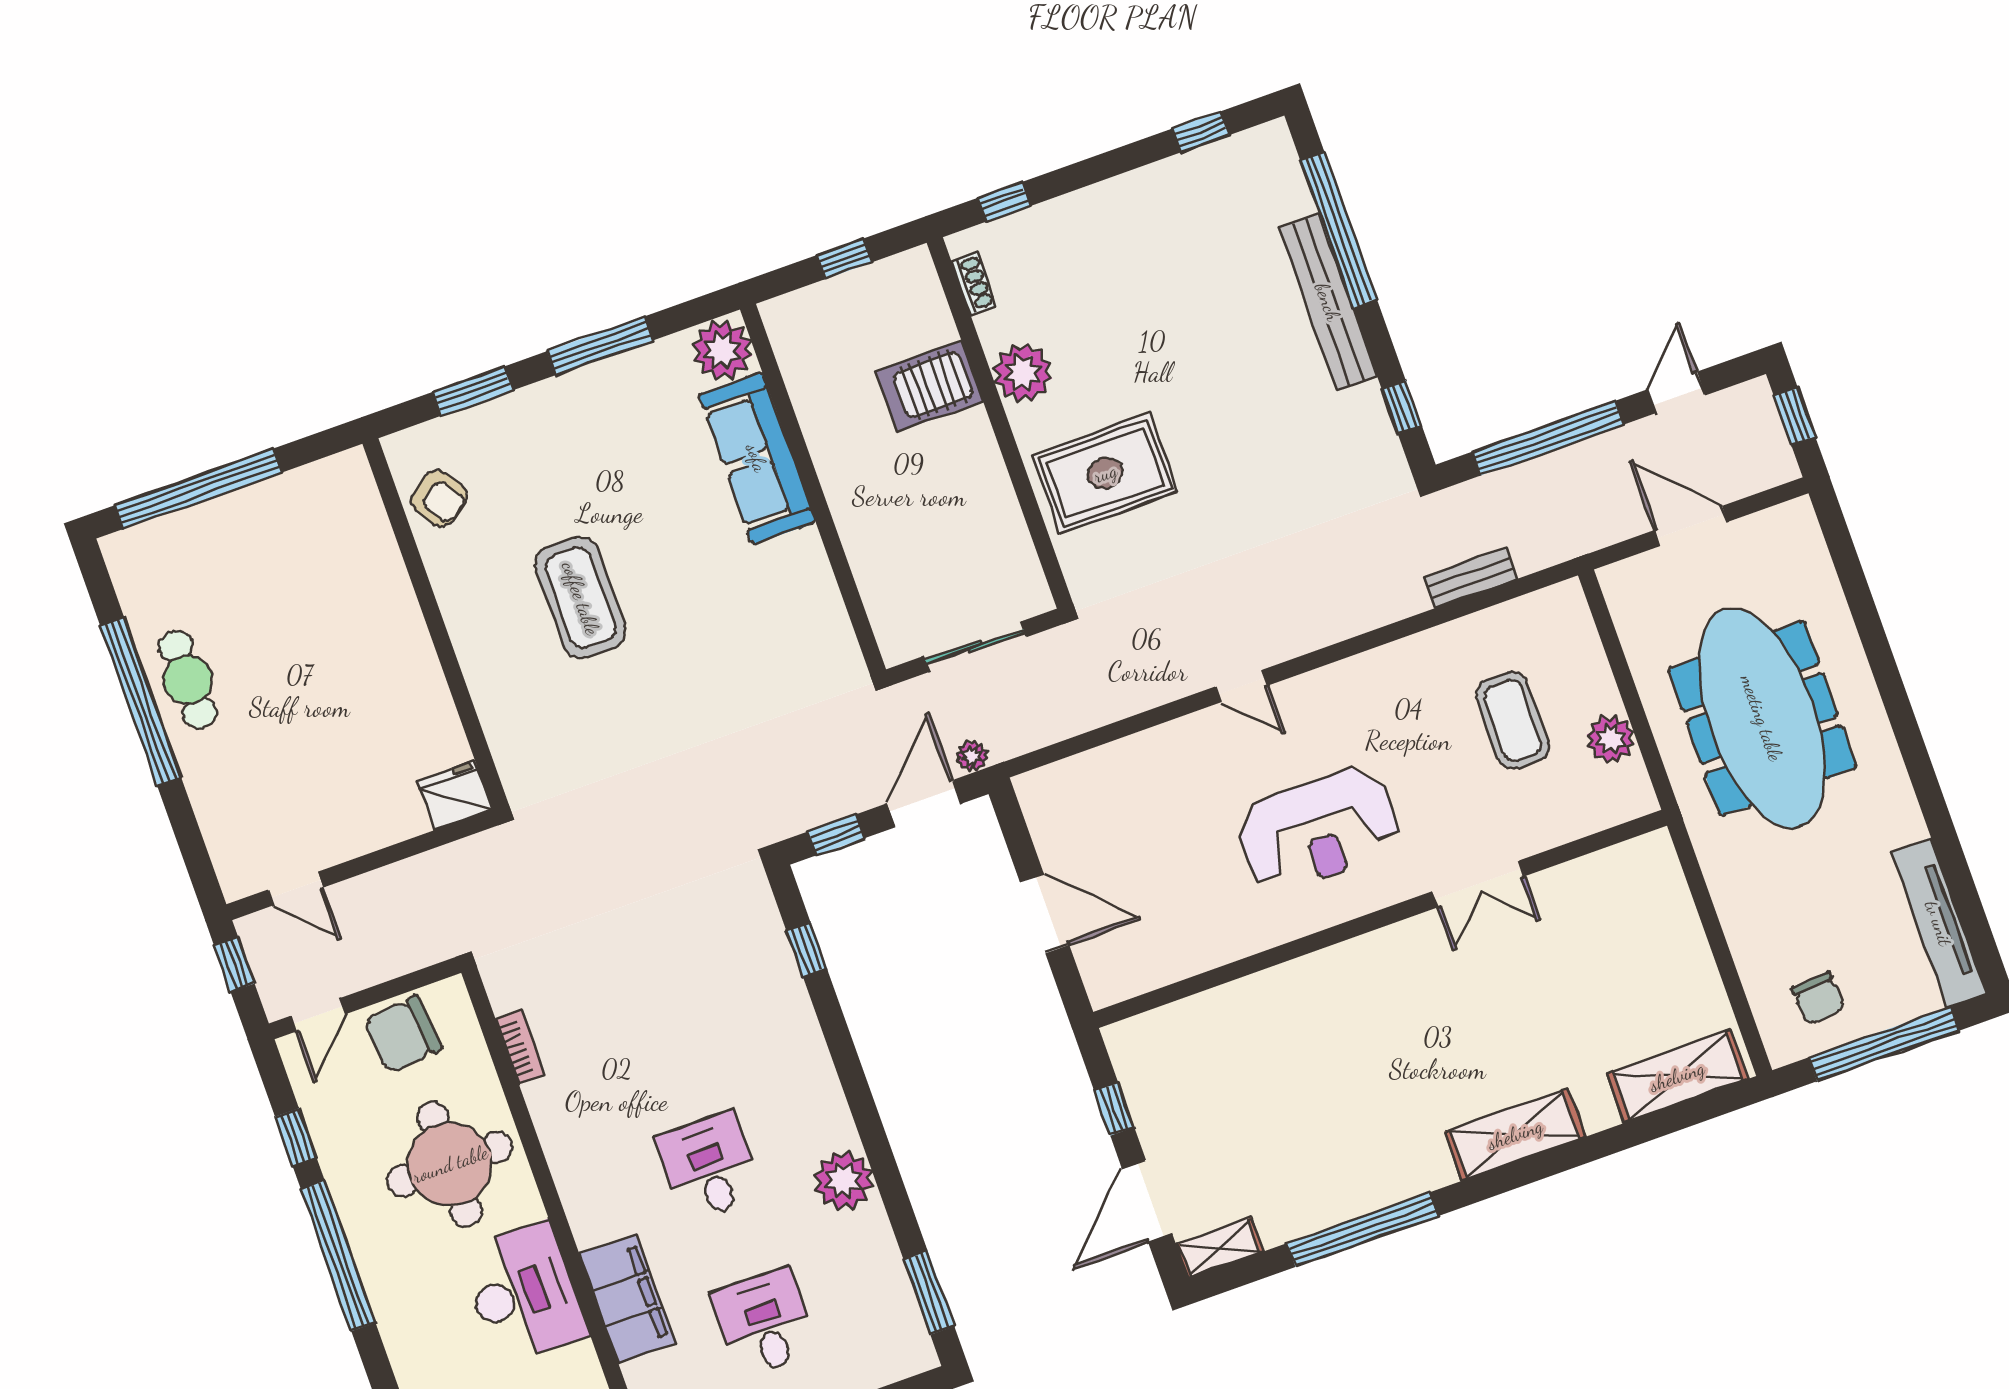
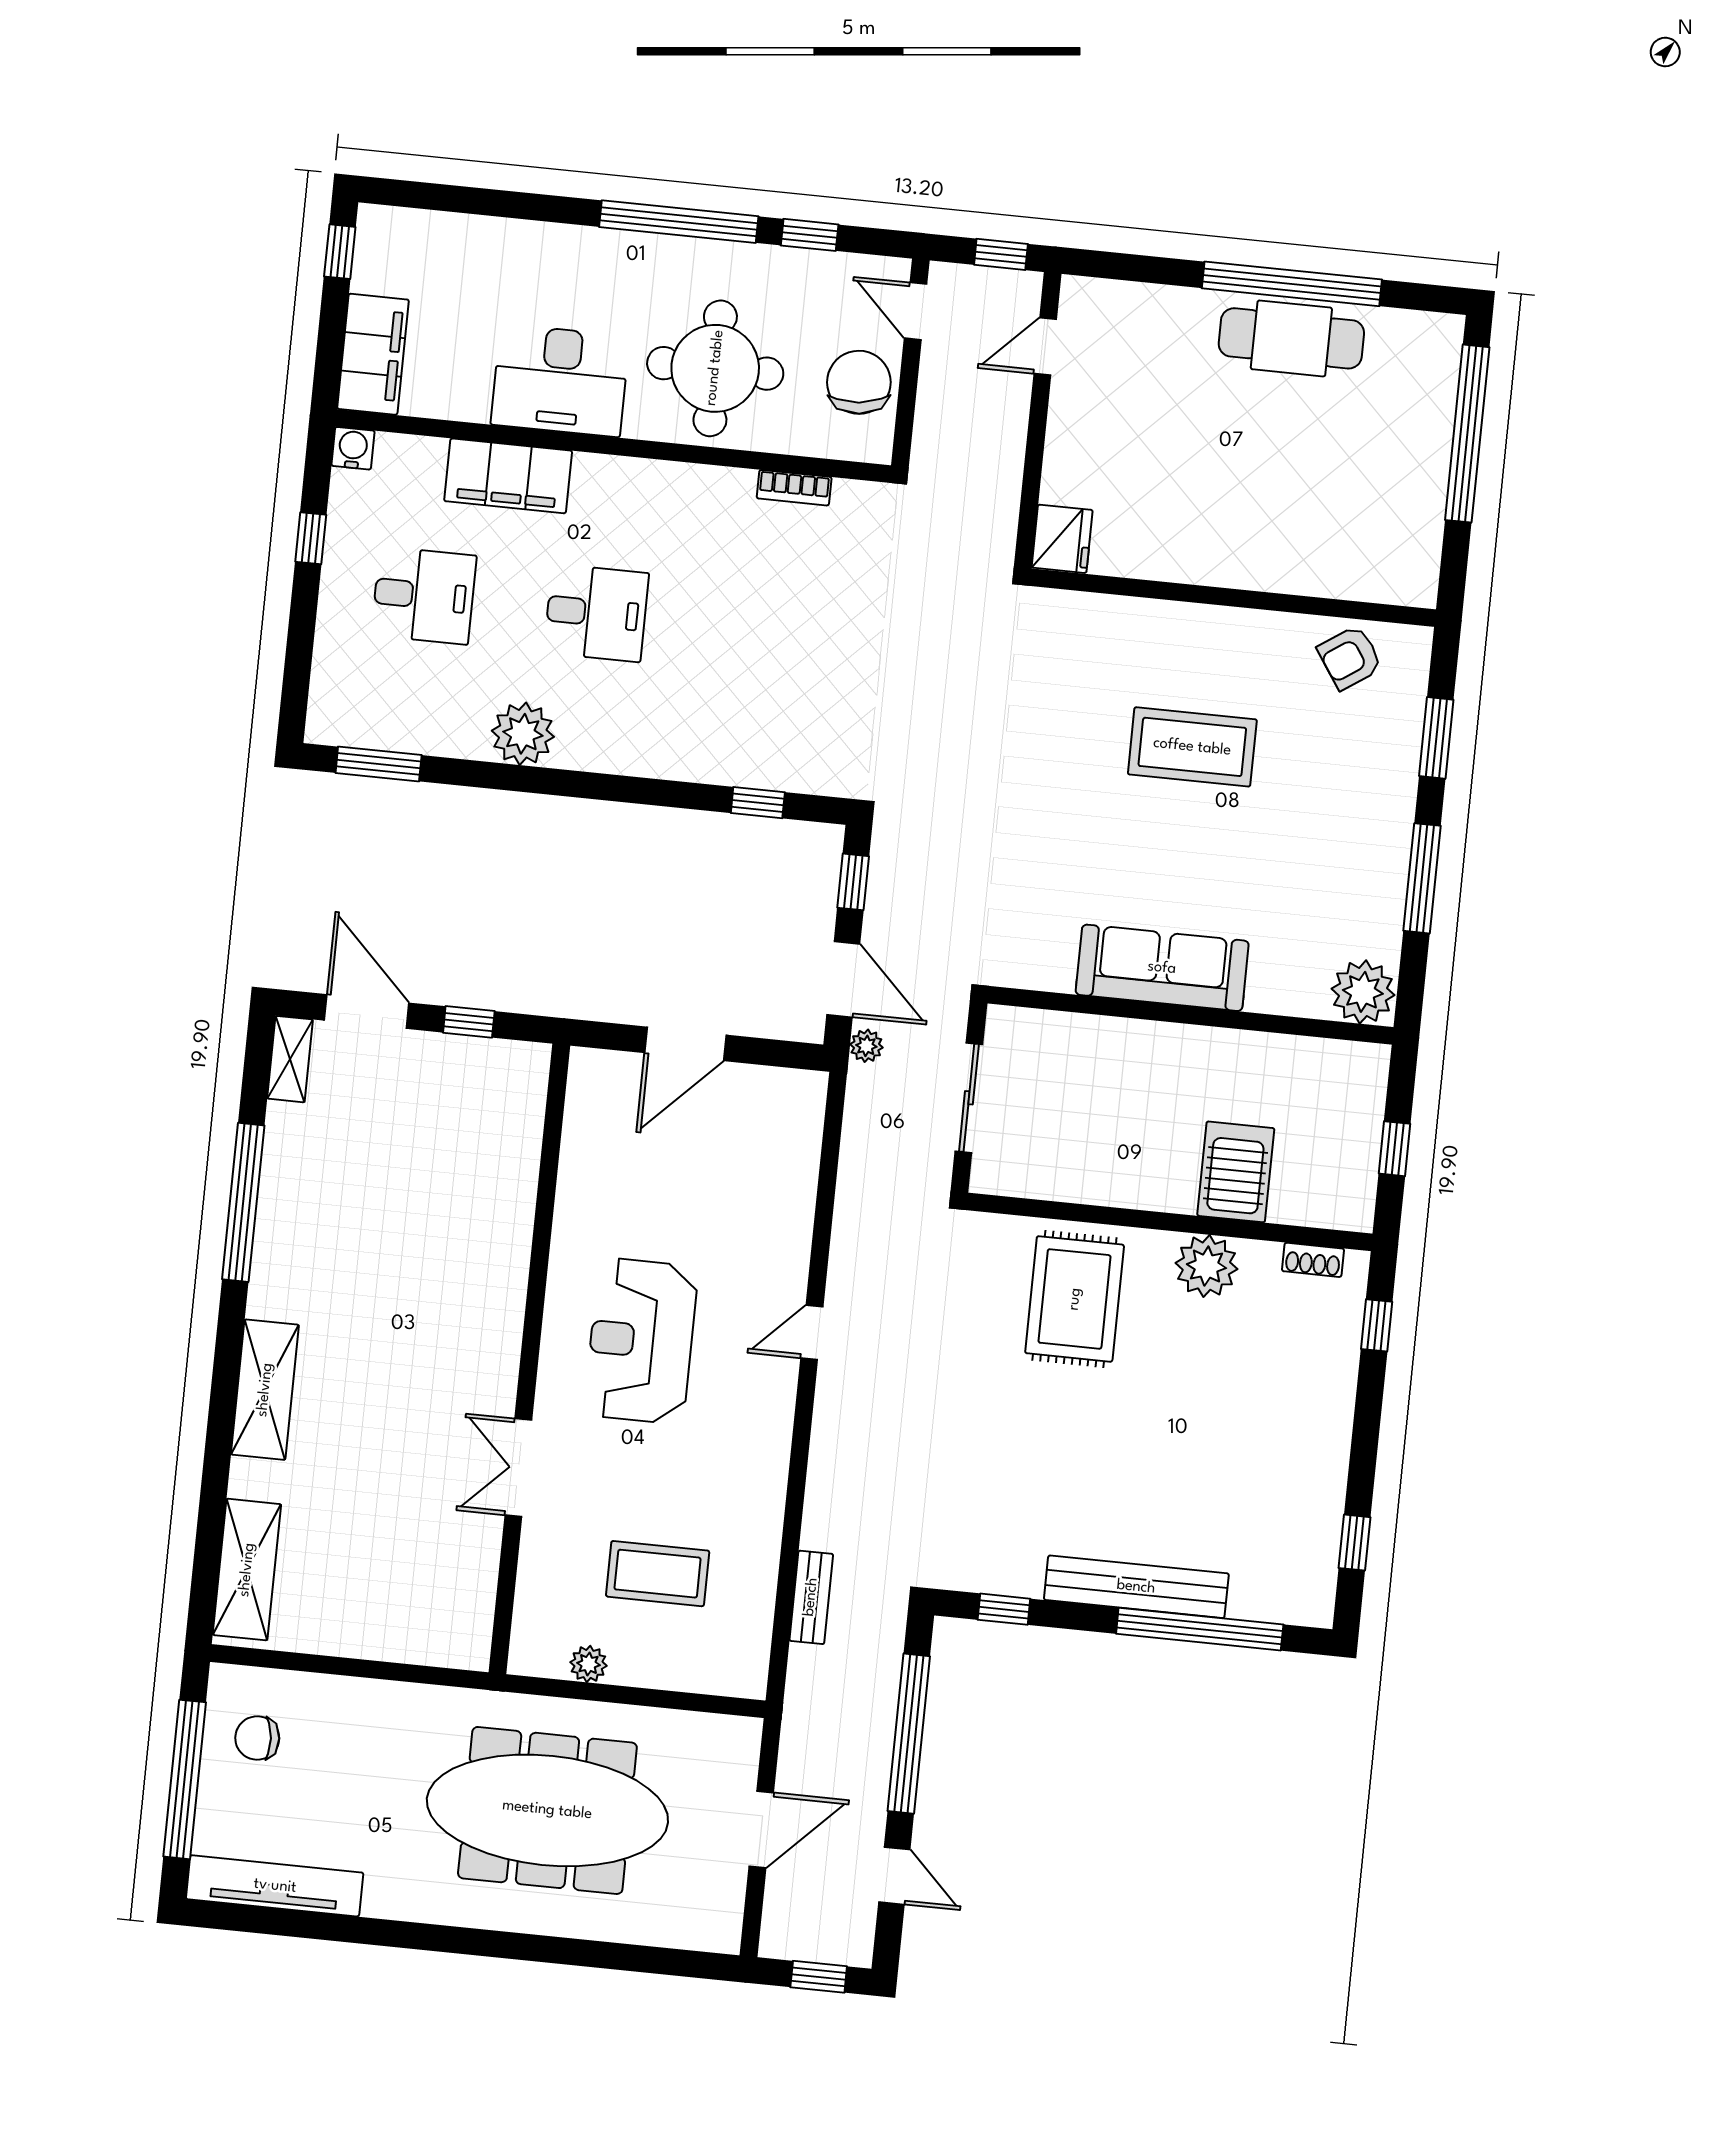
sofa: (757, 458) -> (1162, 968), moved
cafe table: (188, 680) -> (1291, 338), width x1.37, depth x1.35
plant: (1611, 739) -> (588, 1664), width x0.73, depth x0.73

